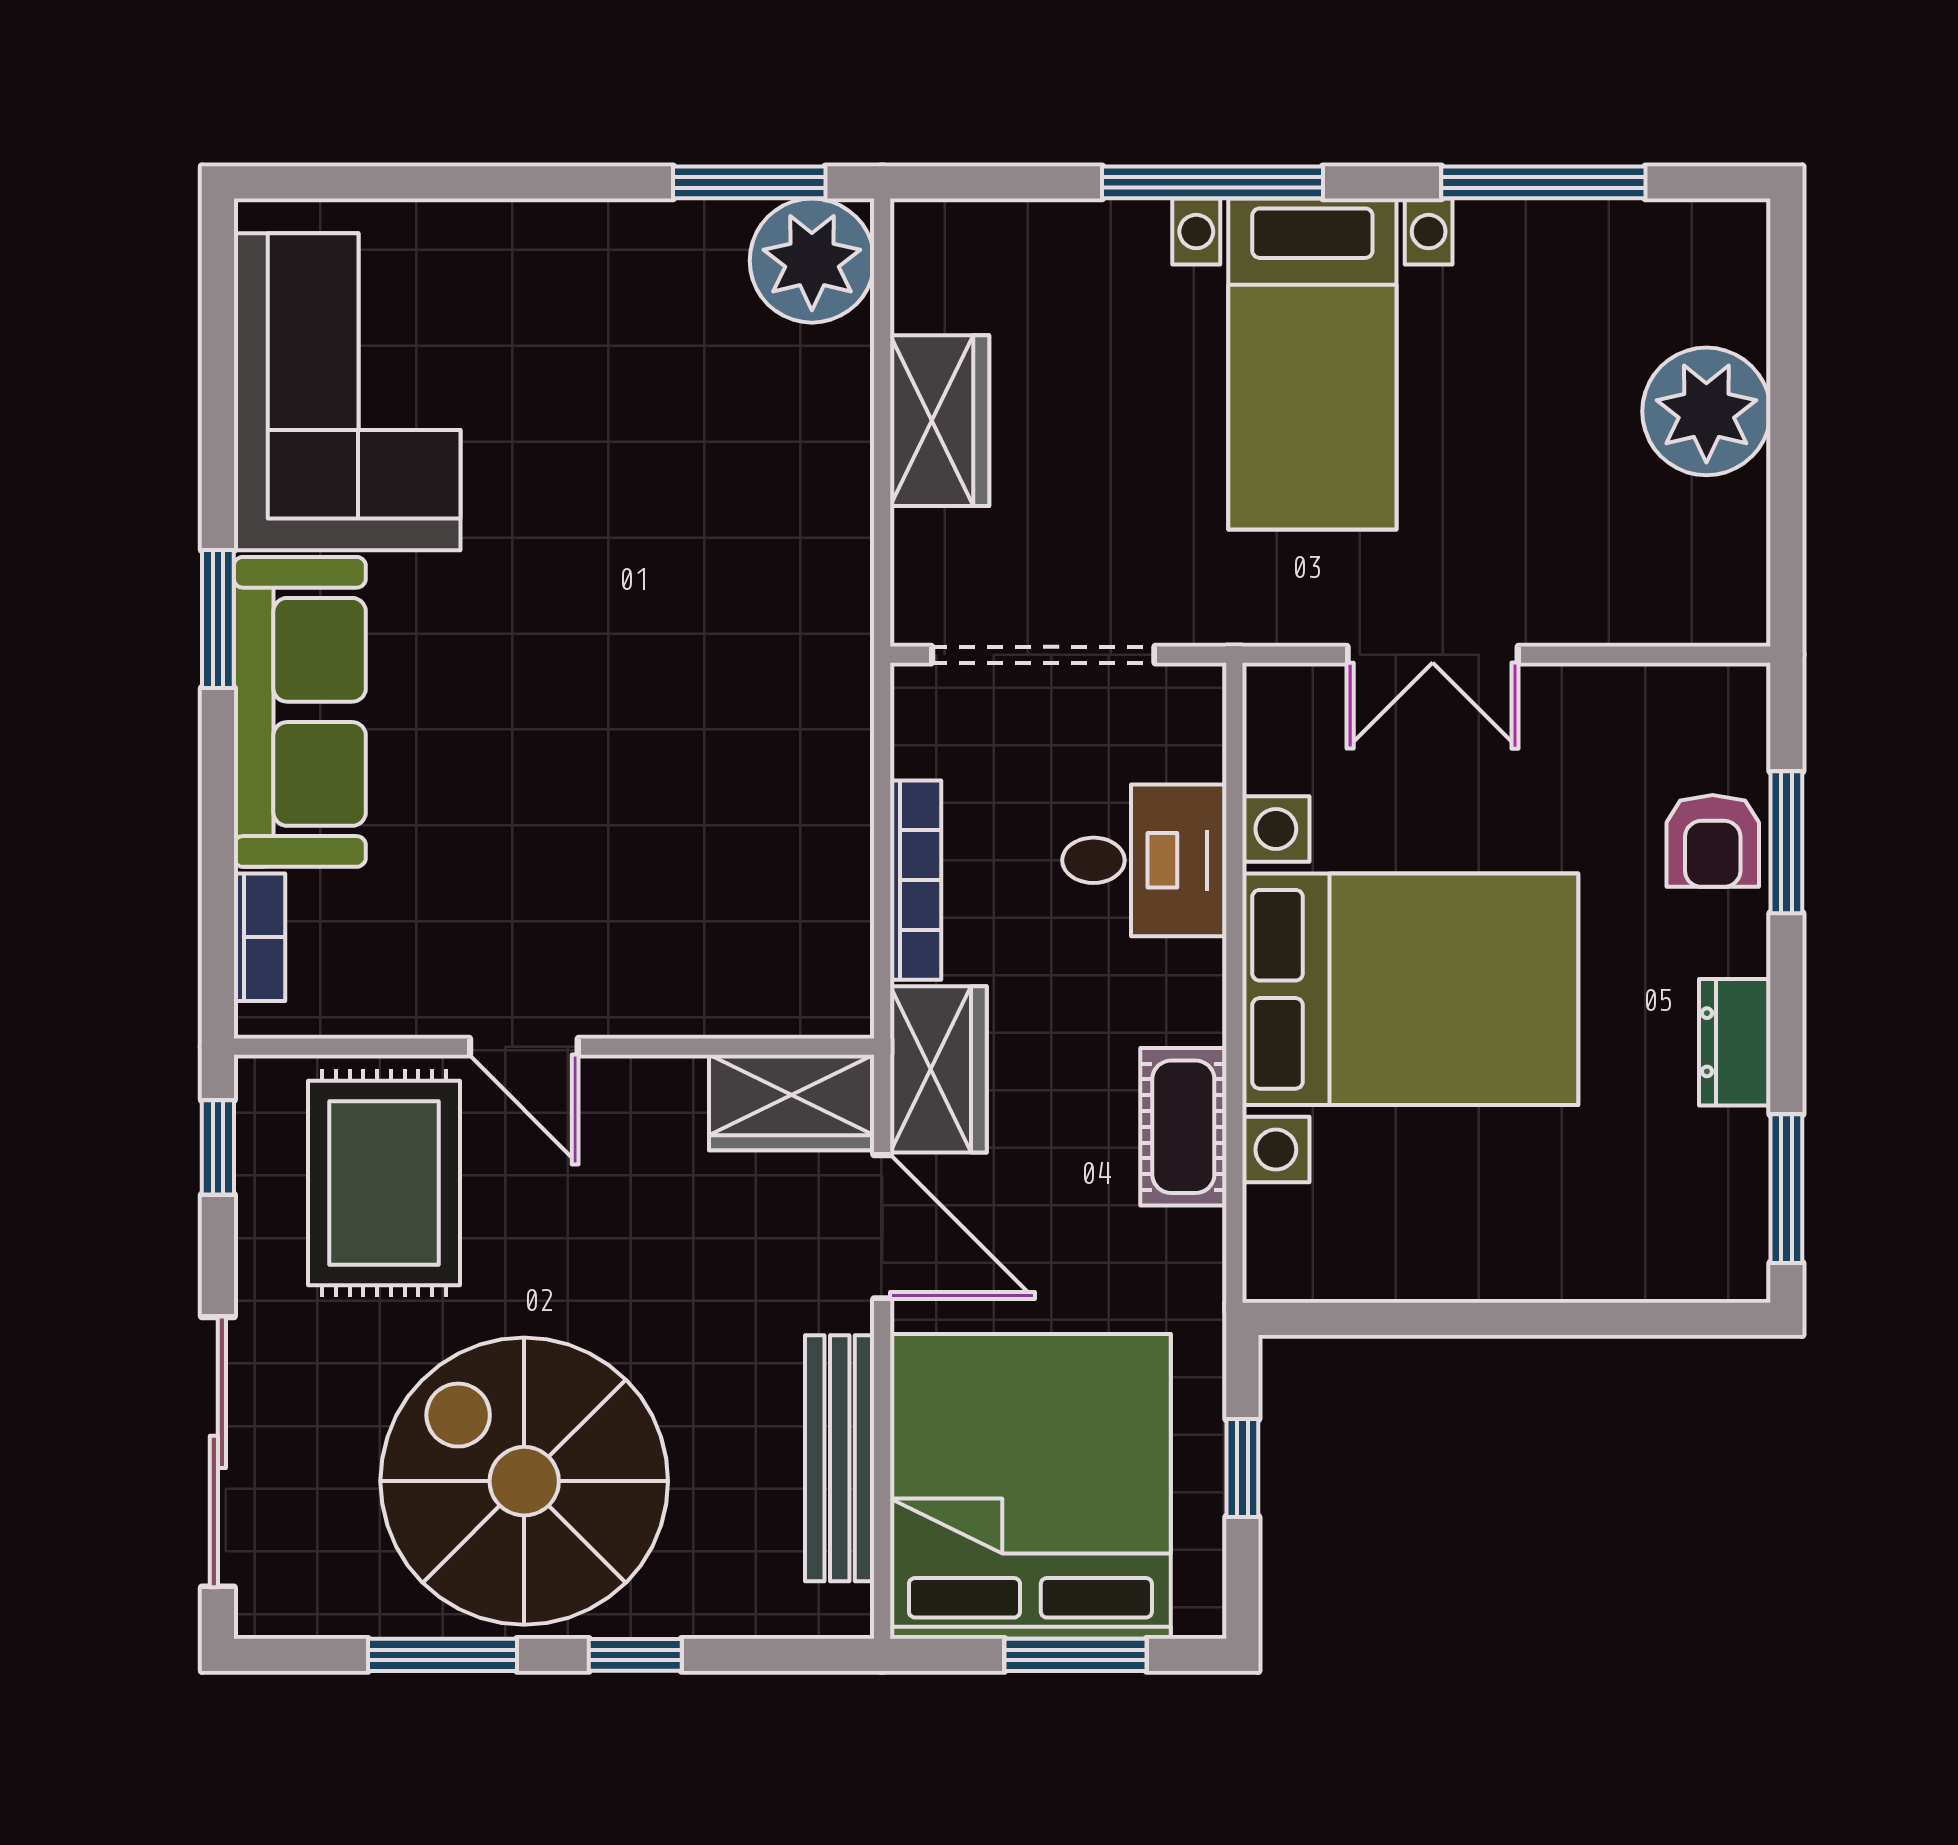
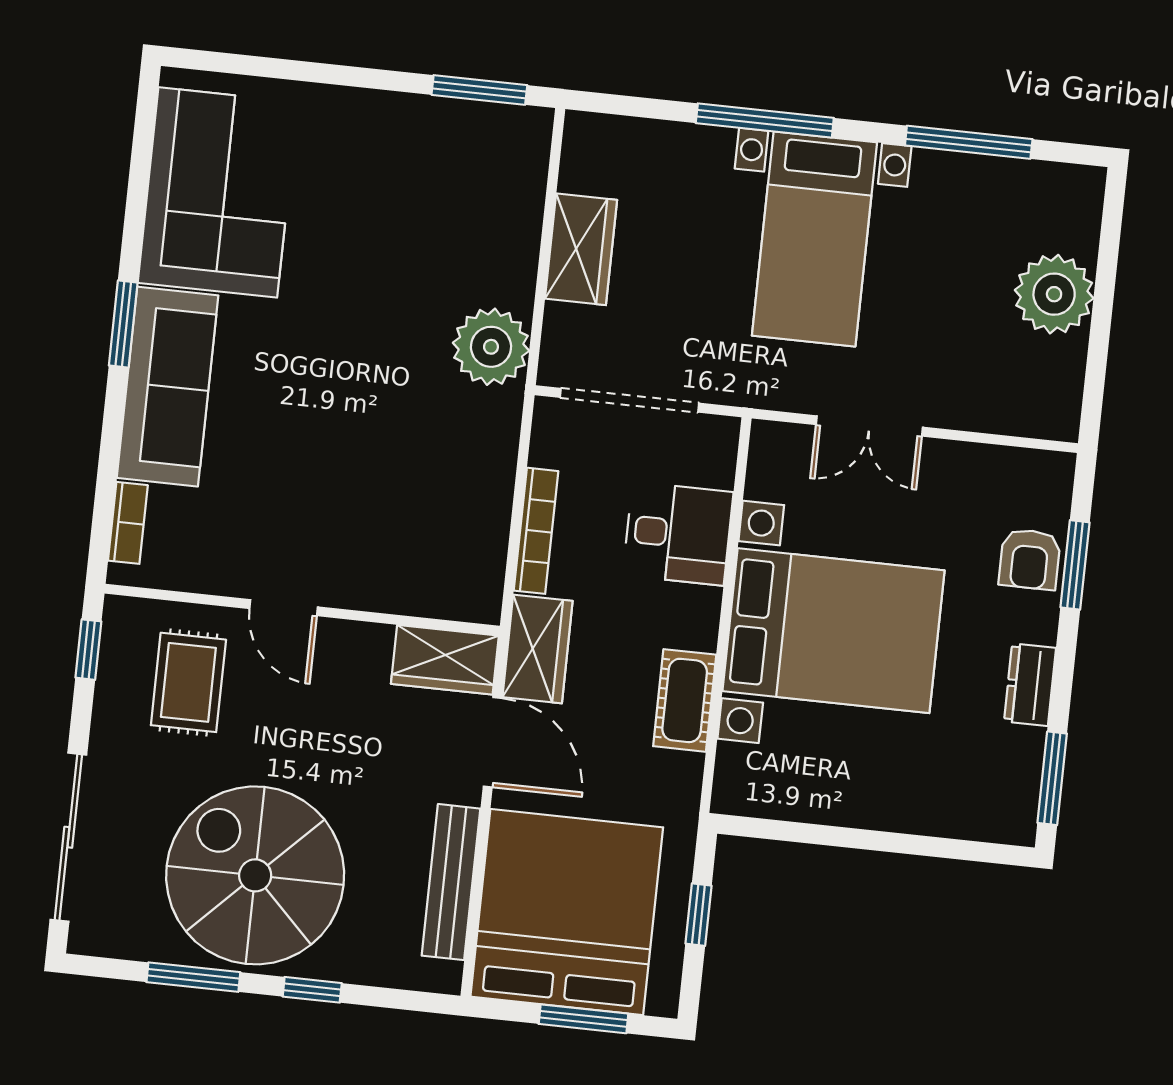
plant: (812, 261) -> (491, 347), moved
rug: (384, 1183) -> (188, 682), width x0.73, depth x0.70

